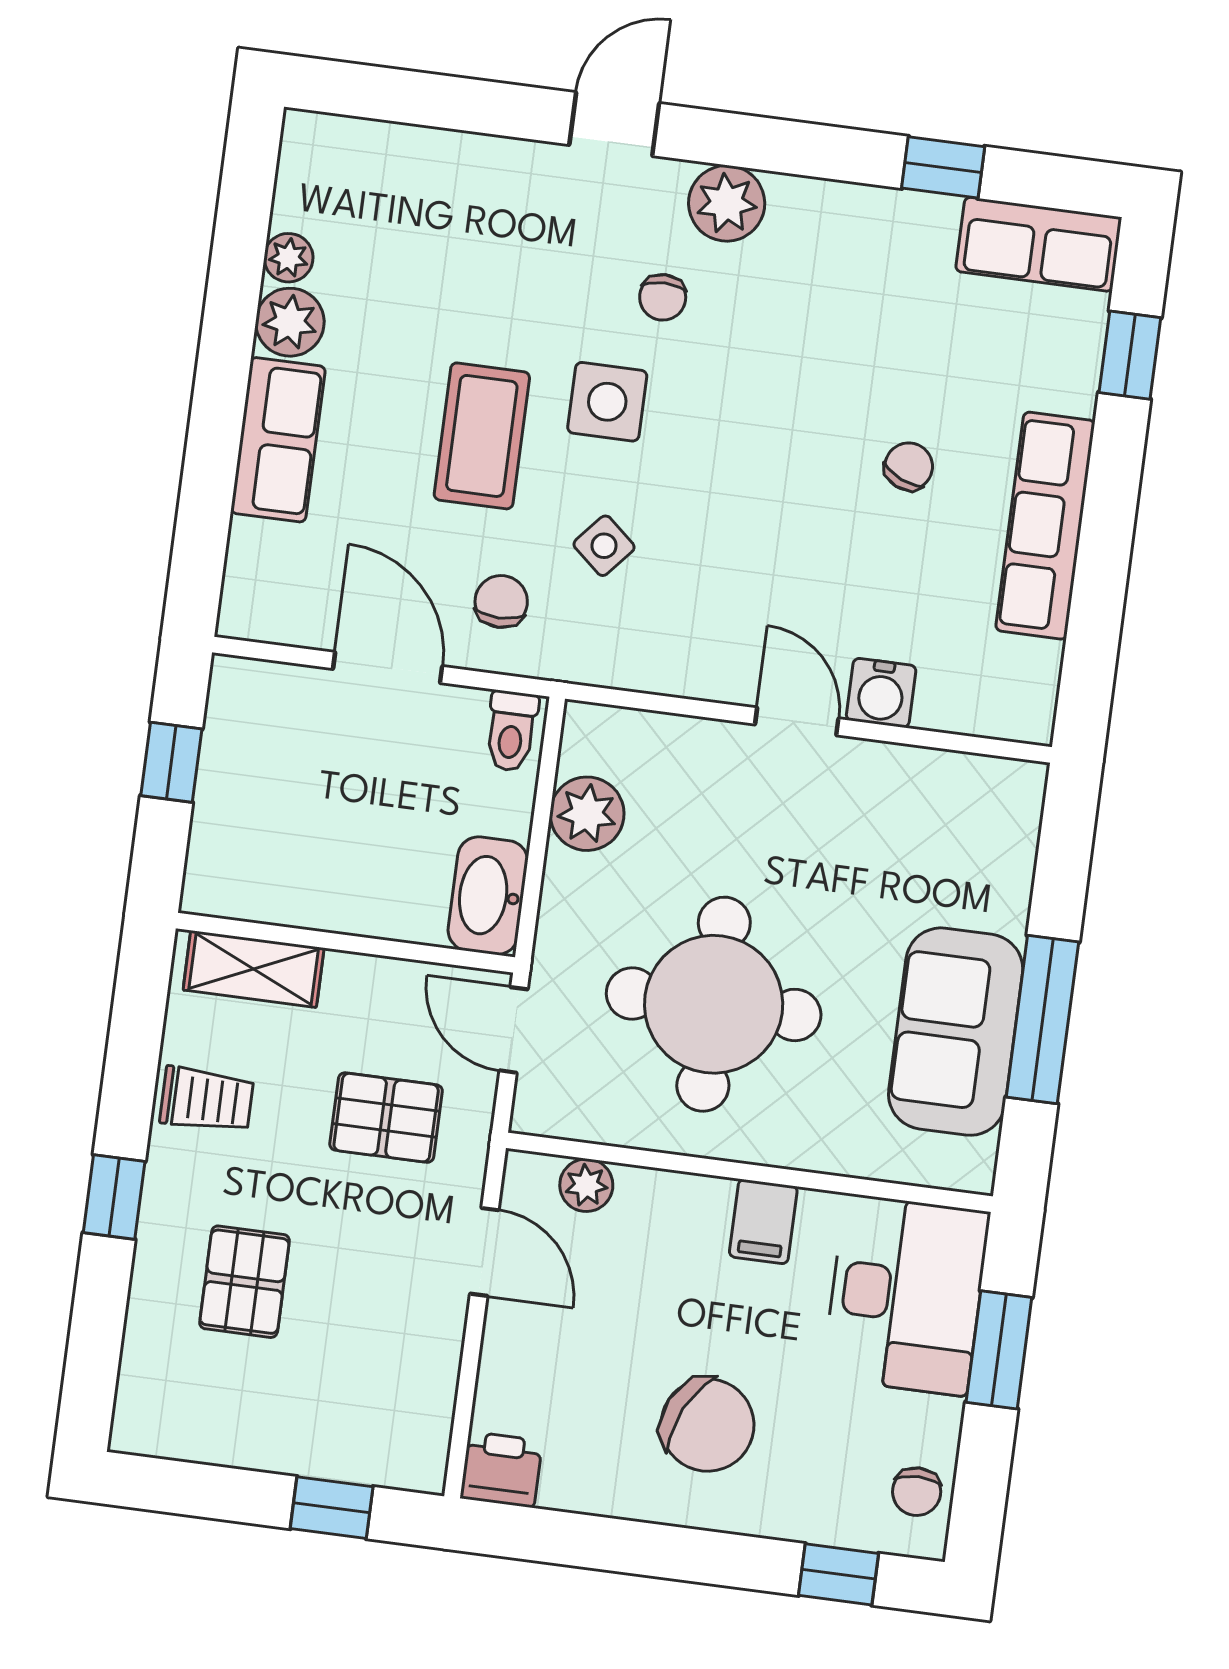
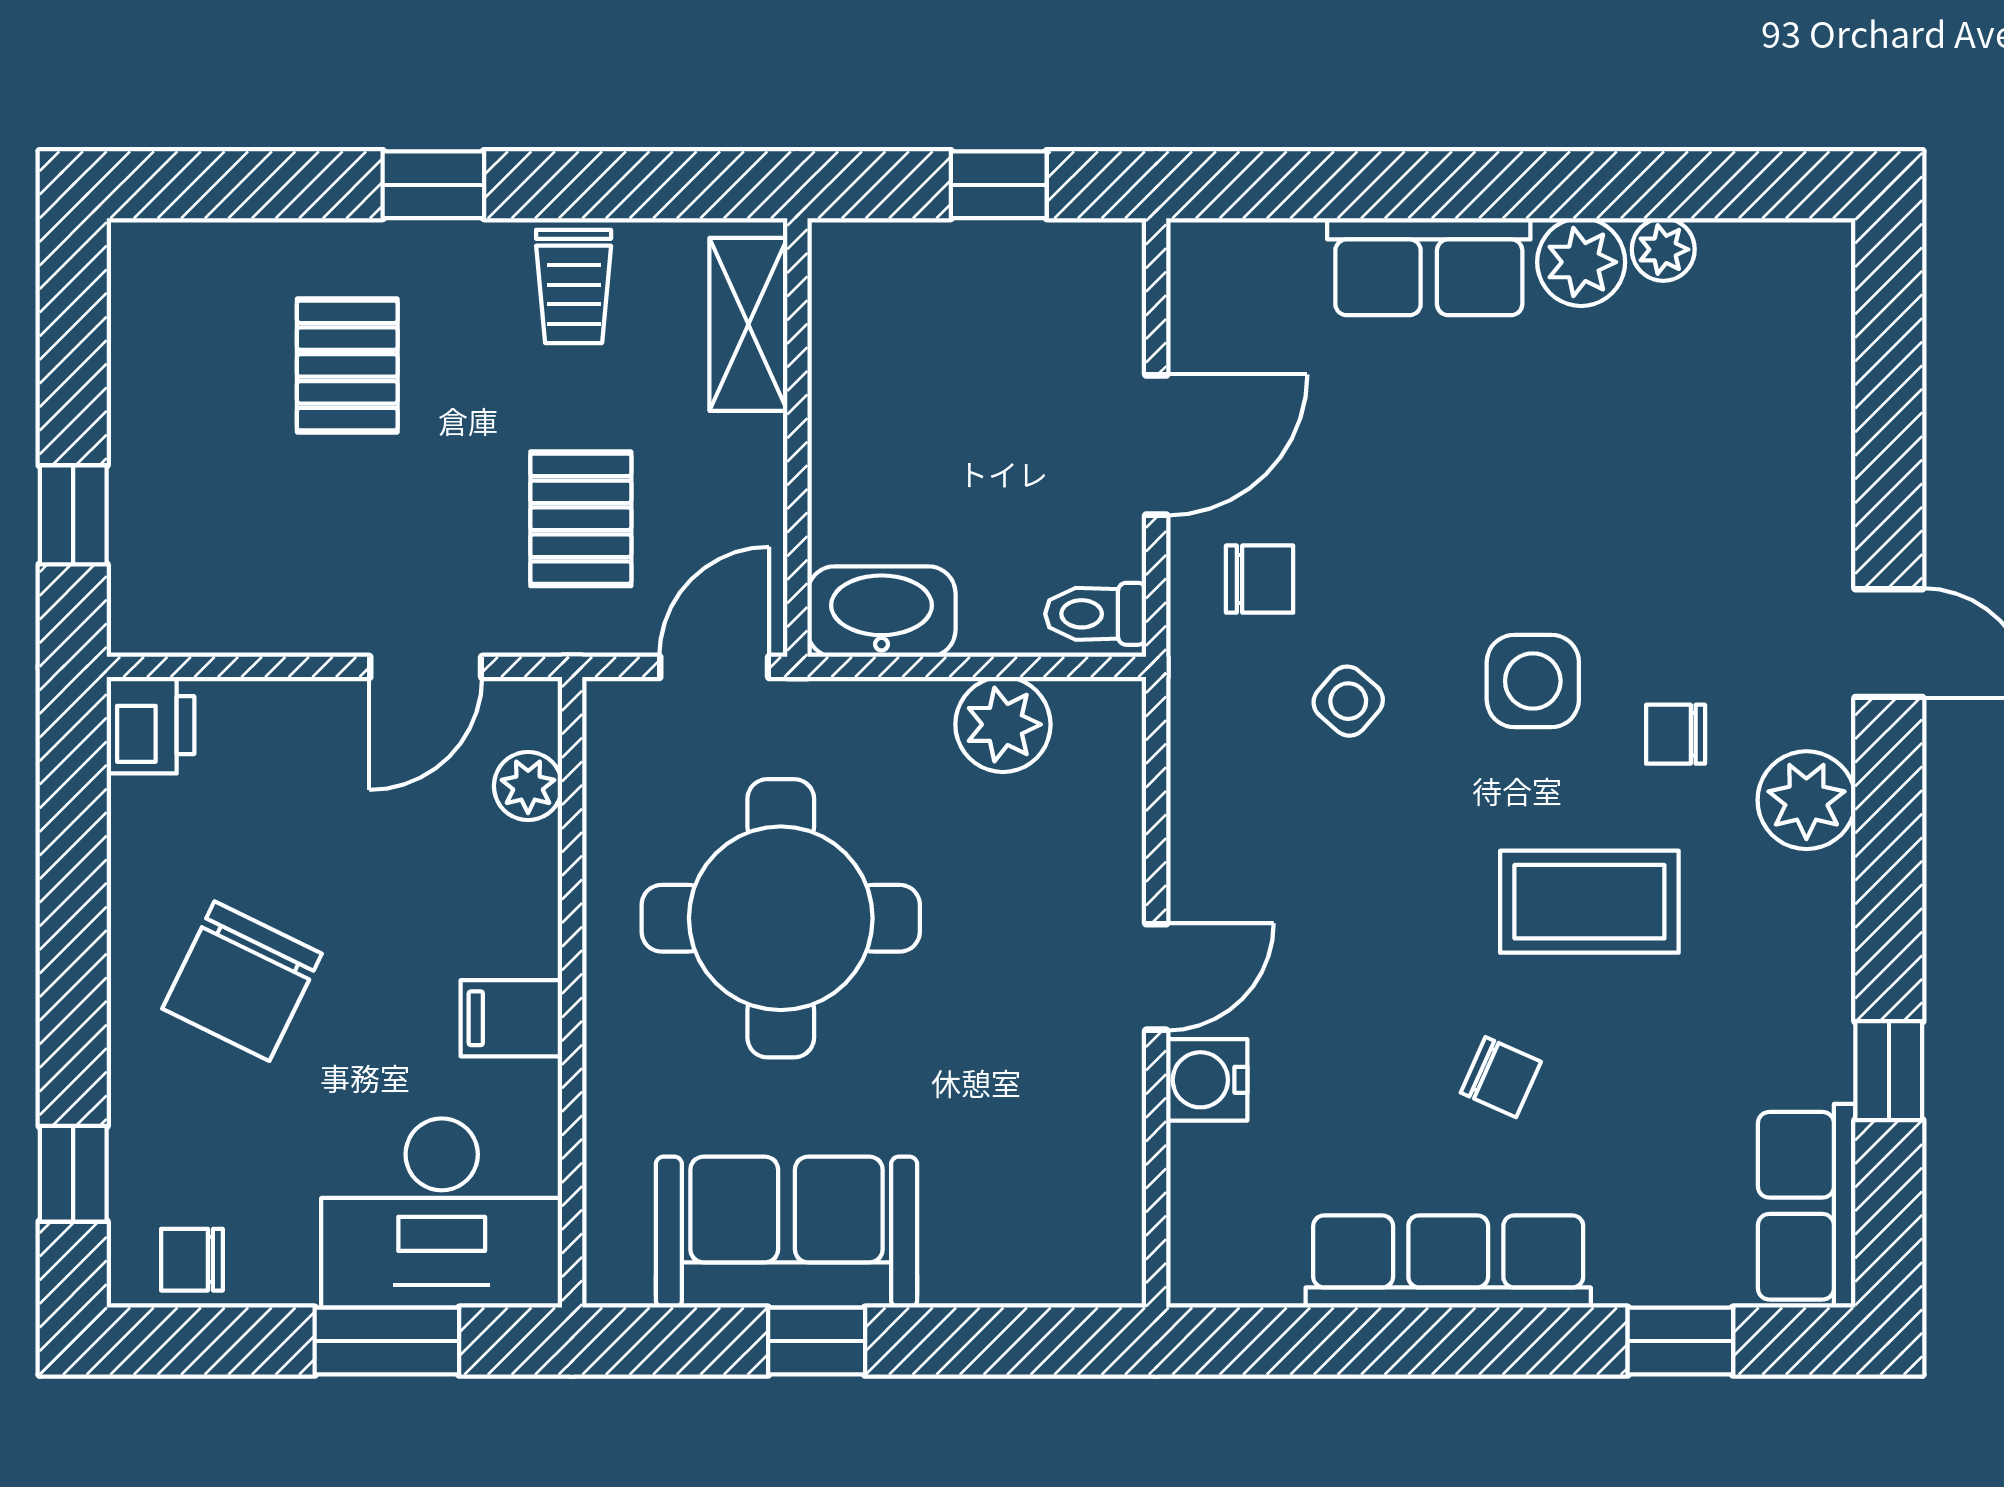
coffee table: (482, 436) -> (1589, 902), moved
window: (1042, 1019) -> (817, 1341), width x0.46
pallet: (245, 1282) -> (347, 365), turned 90

